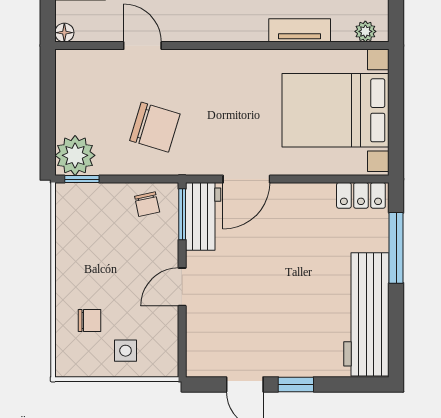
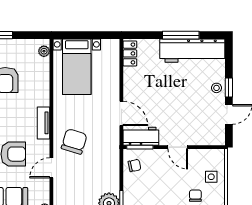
tv unit: (300, 30) -> (43, 123), moved
bed with nightstands: (336, 110) -> (77, 67), width x0.73
chair: (155, 127) -> (74, 141), moved
window: (396, 248) -> (181, 35), moved
stool: (295, 361) -> (216, 88), added

